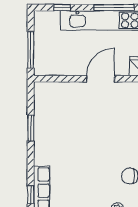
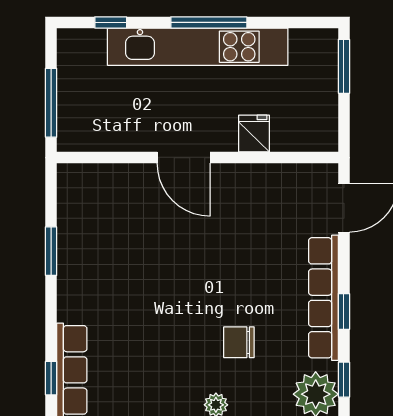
door: (101, 79) -> (184, 158), swing flipped

